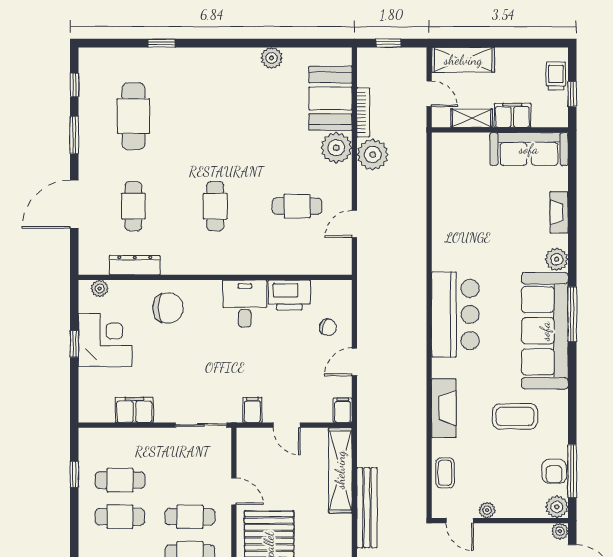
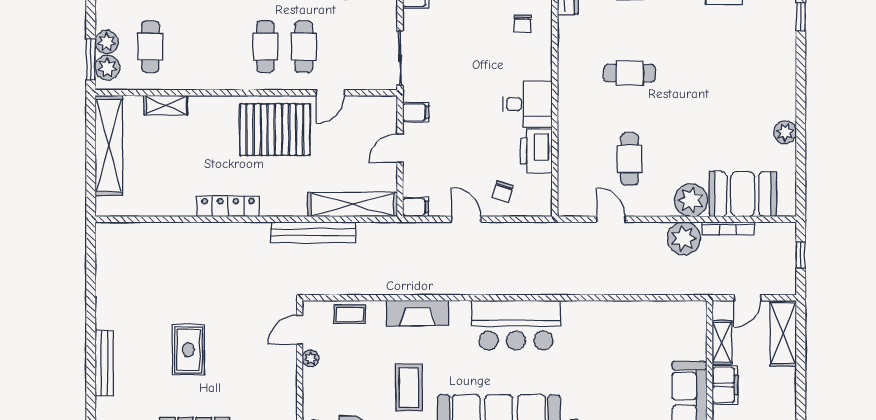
chair: (168, 308) -> (523, 24), width x0.54, depth x0.54

